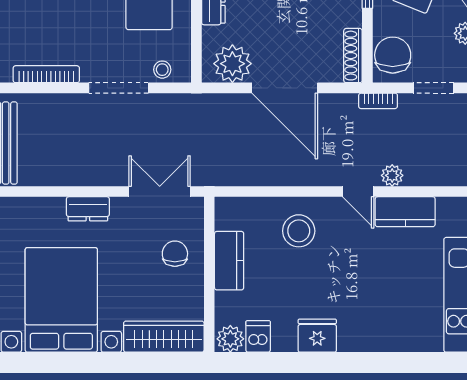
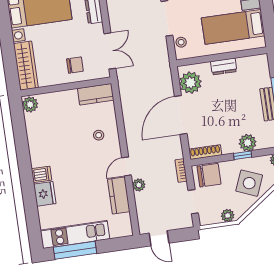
stool: (299, 231) -> (99, 135), width x0.53, depth x0.53
kitchen counter: (229, 261) -> (96, 94), moved
dishwasher: (258, 336) -> (42, 174), moved
fridge: (317, 336) -> (45, 194), moved

